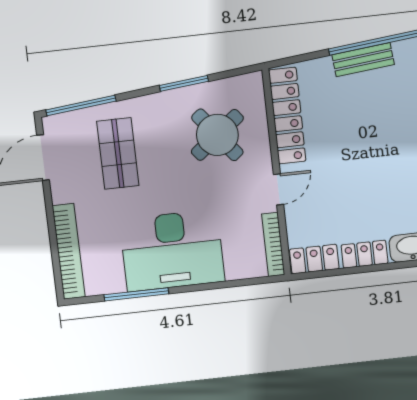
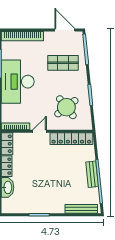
door: (278, 189) -> (39, 131), swing flipped

